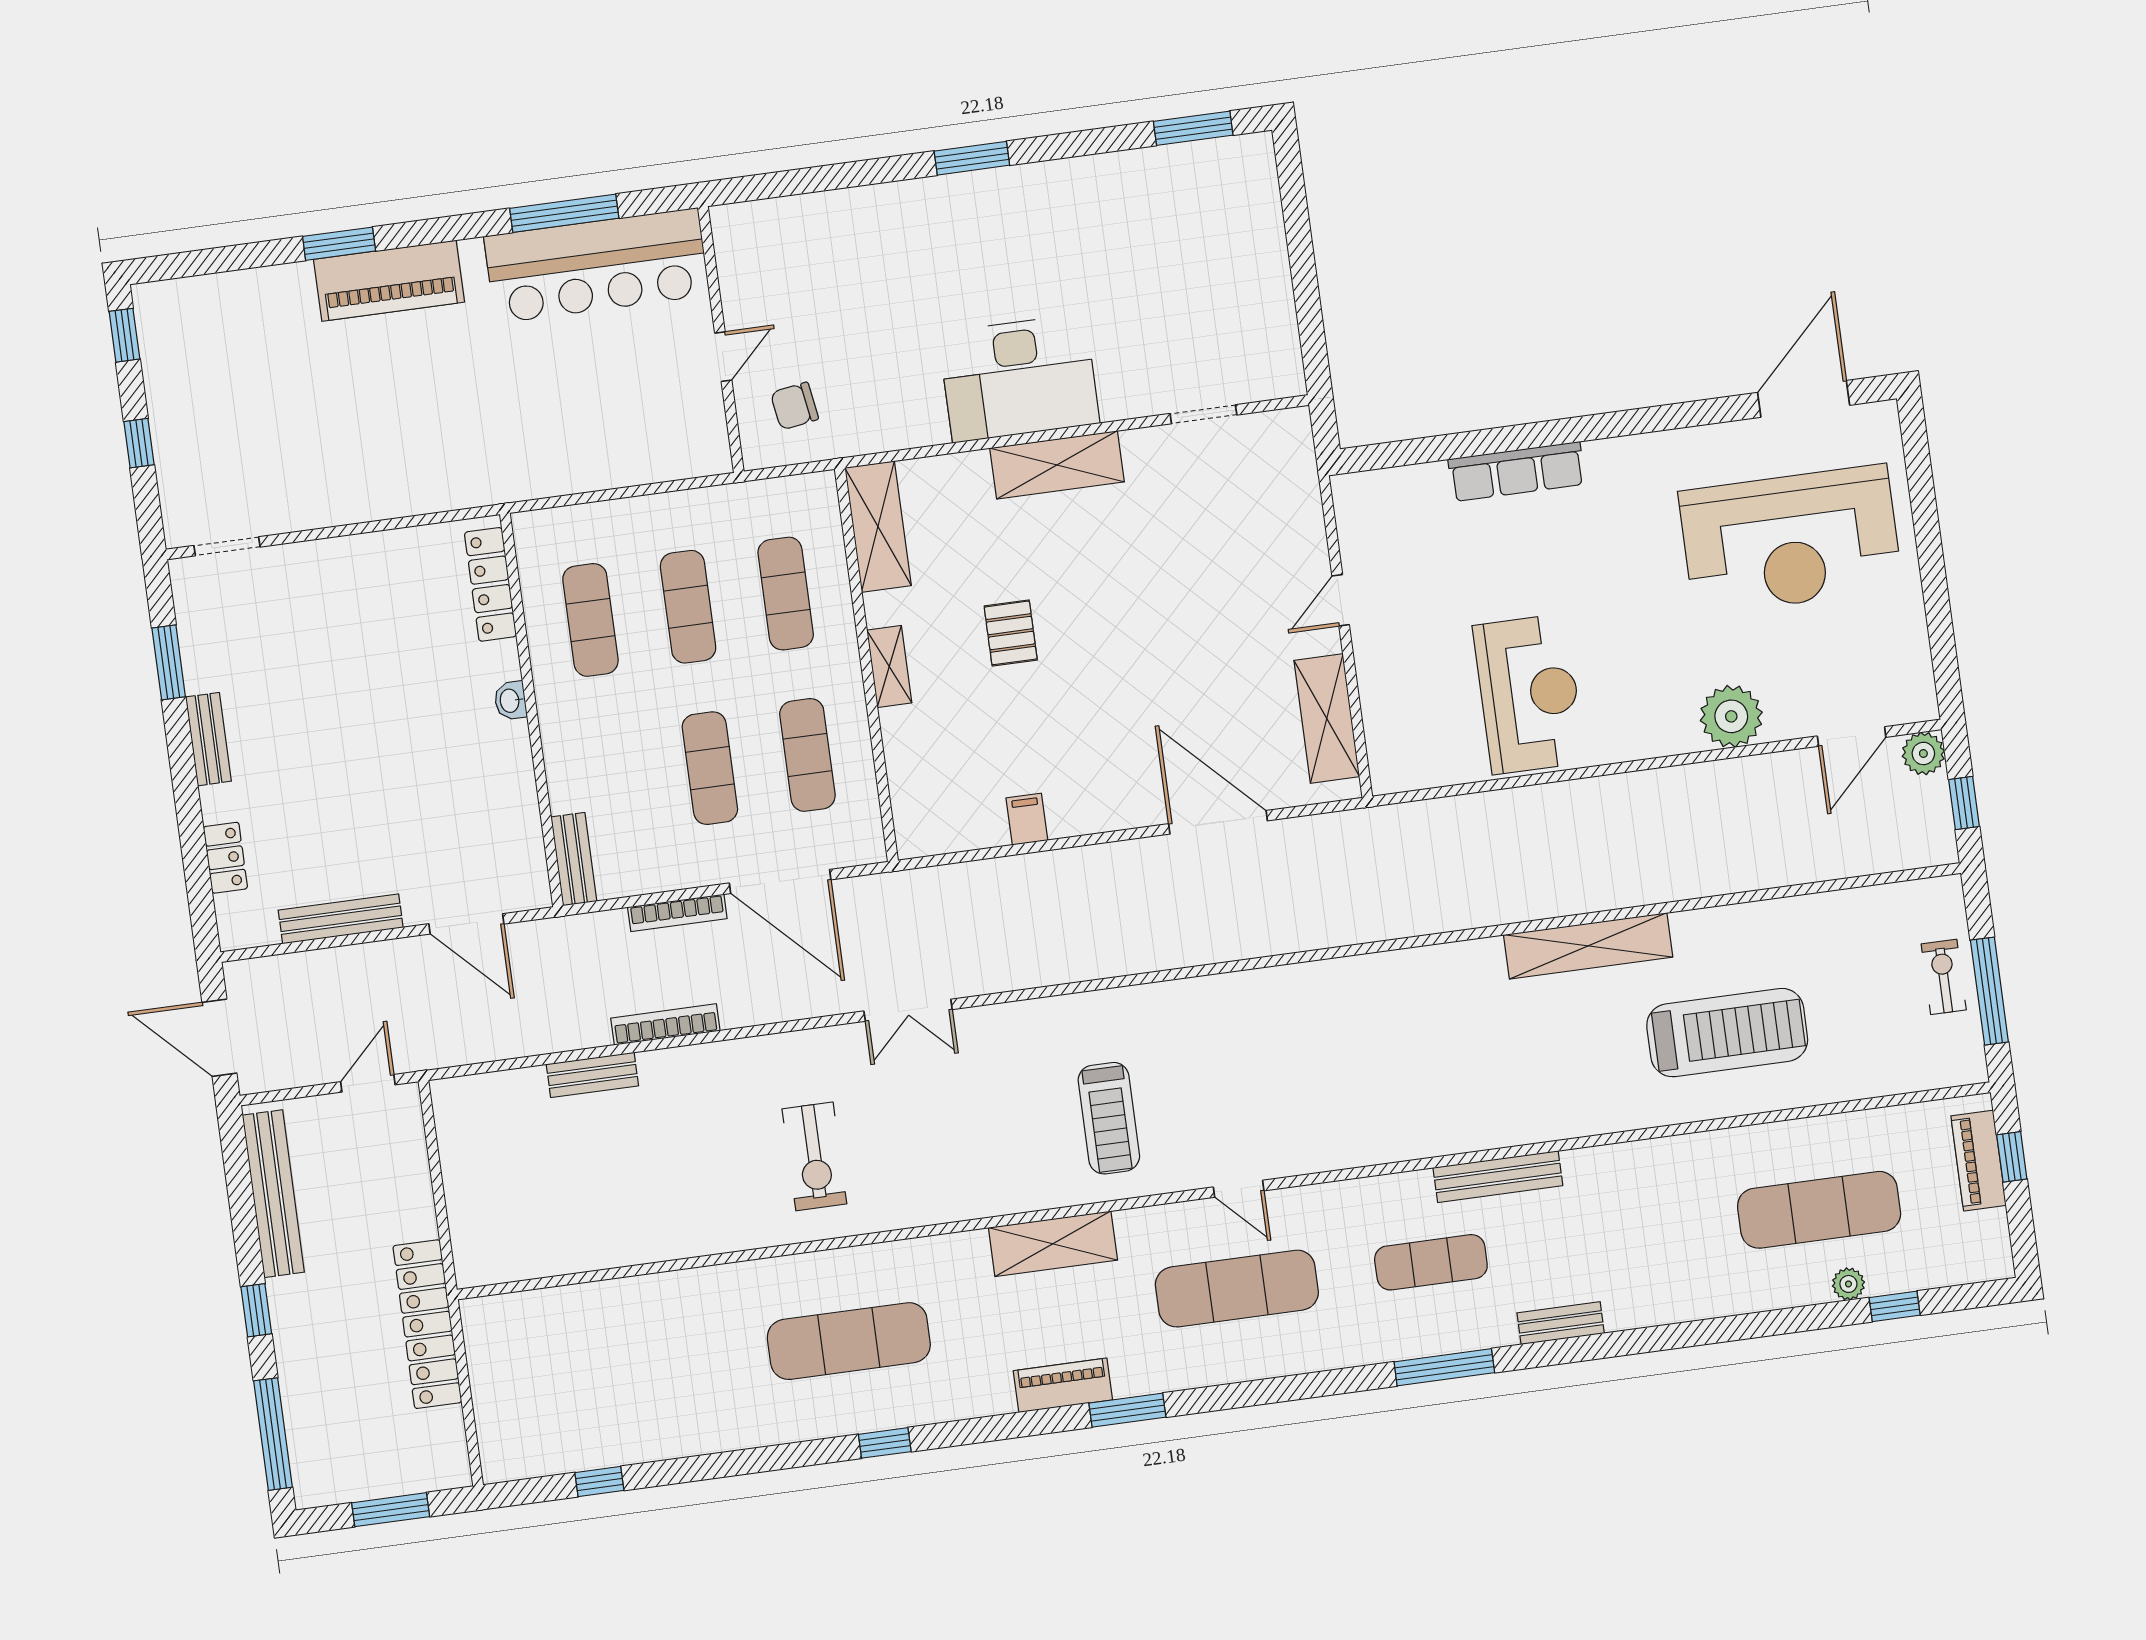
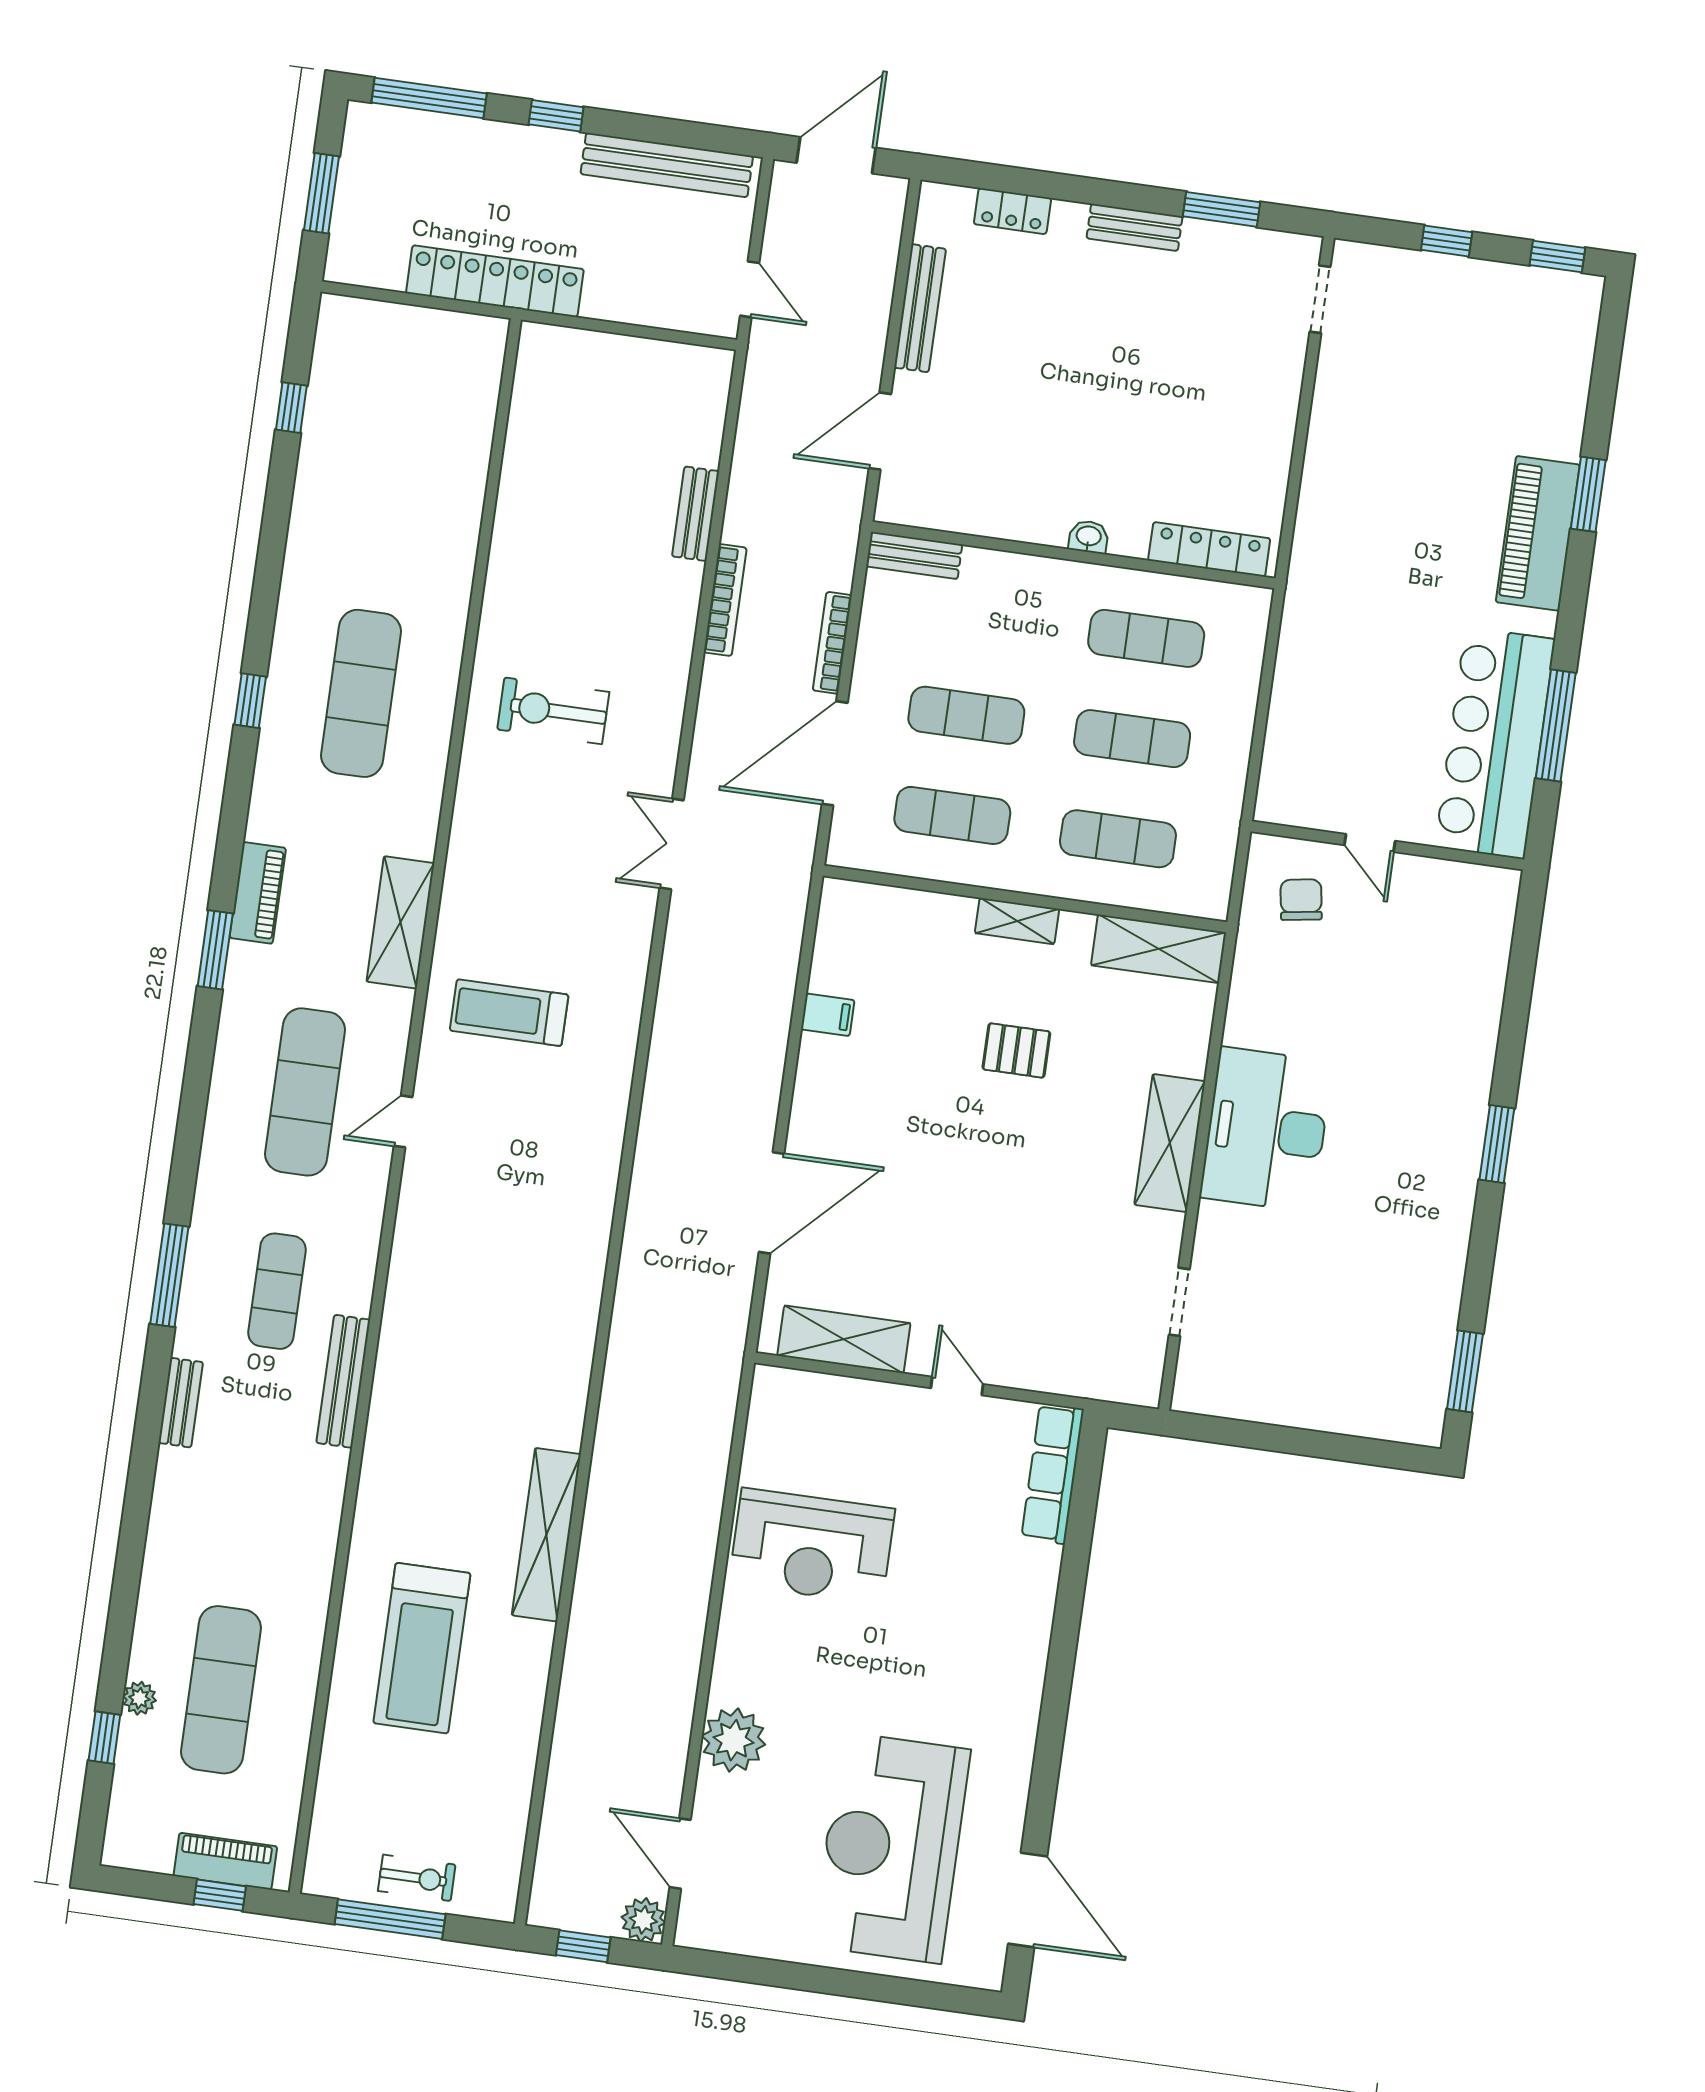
row of seats: (1517, 472) -> (1053, 1474), moved

